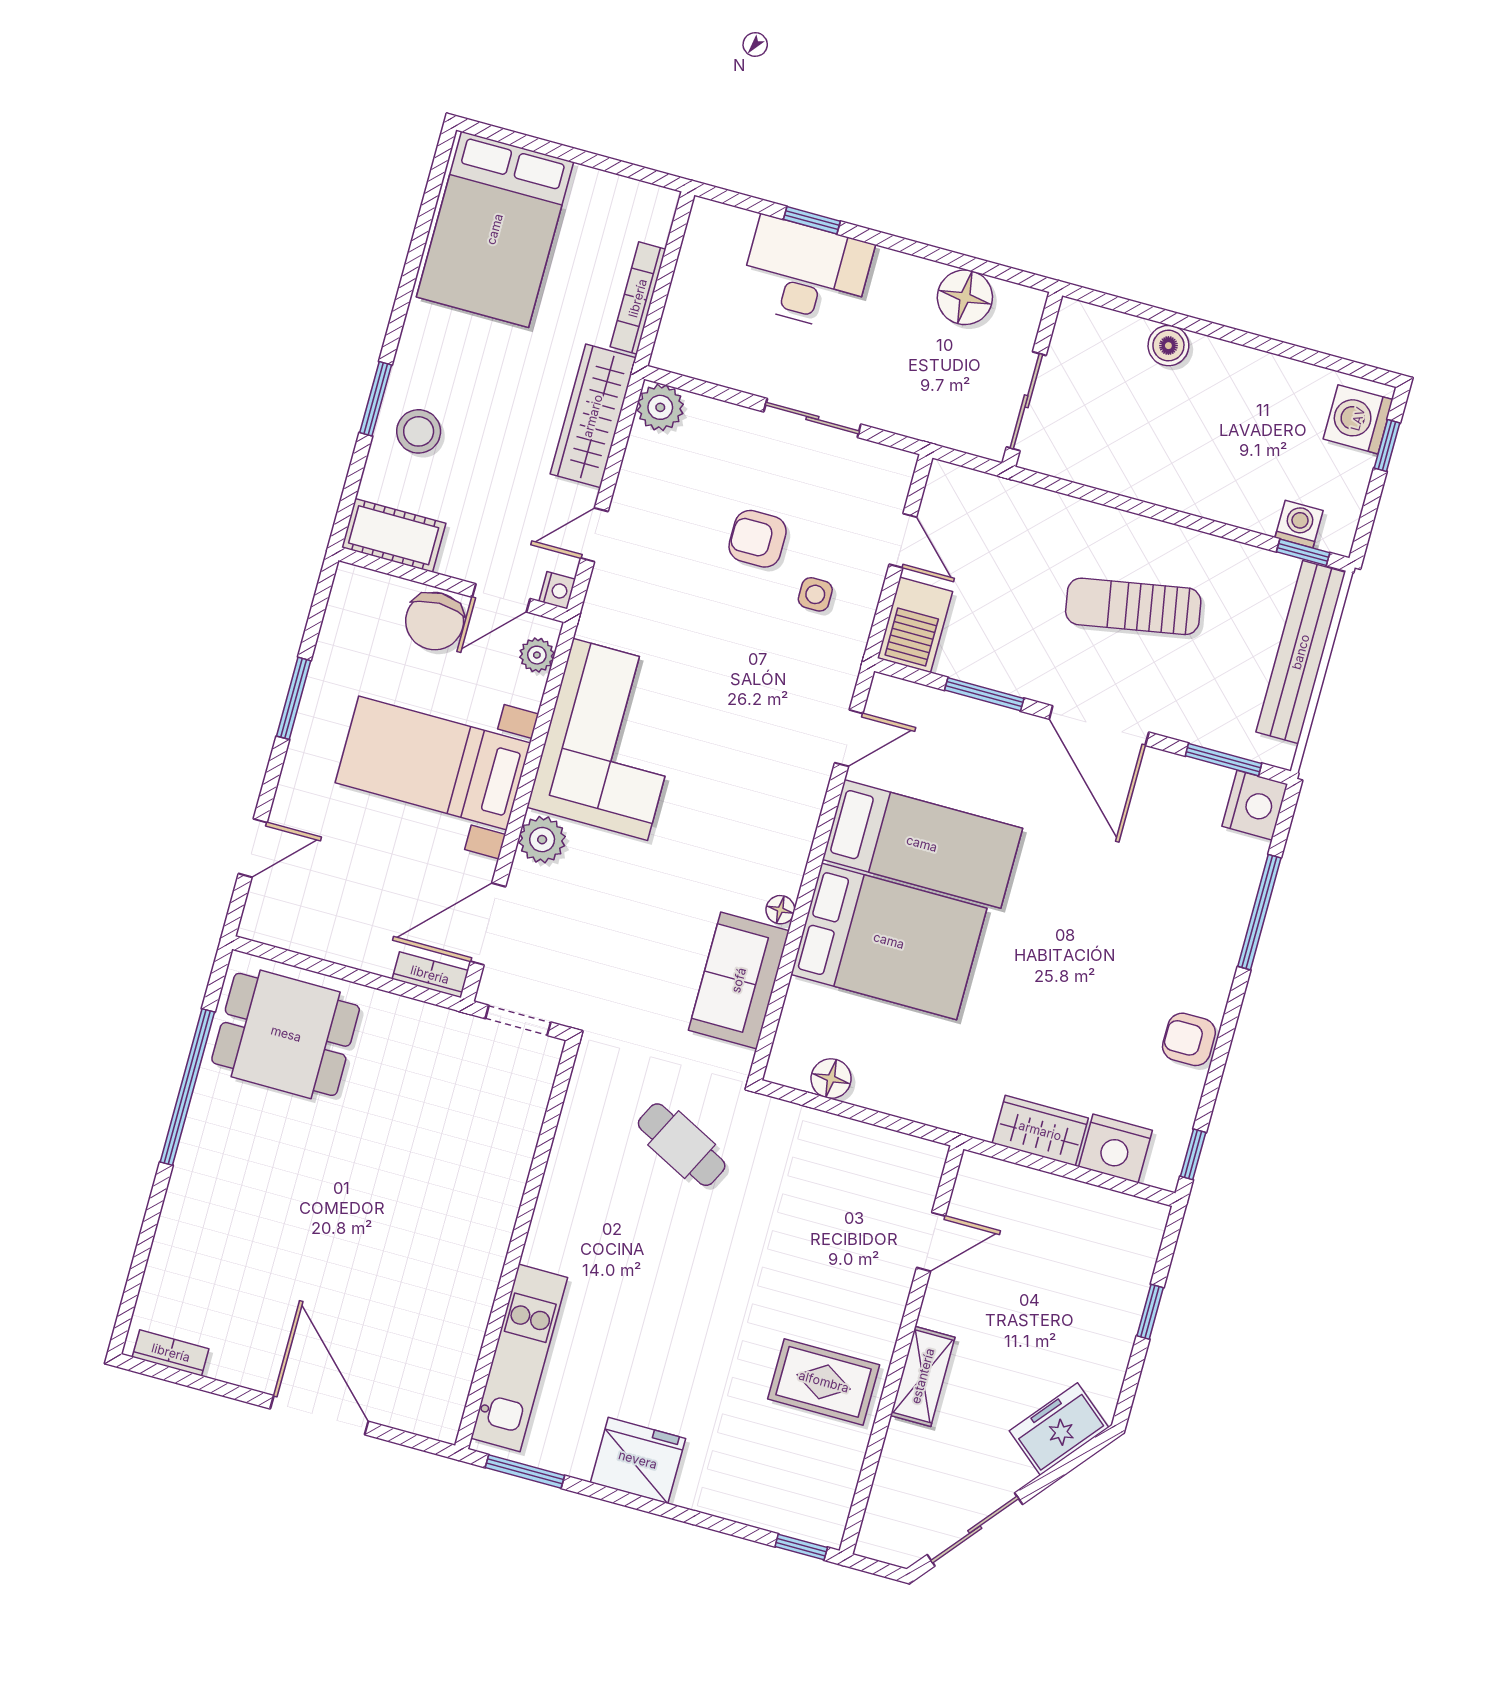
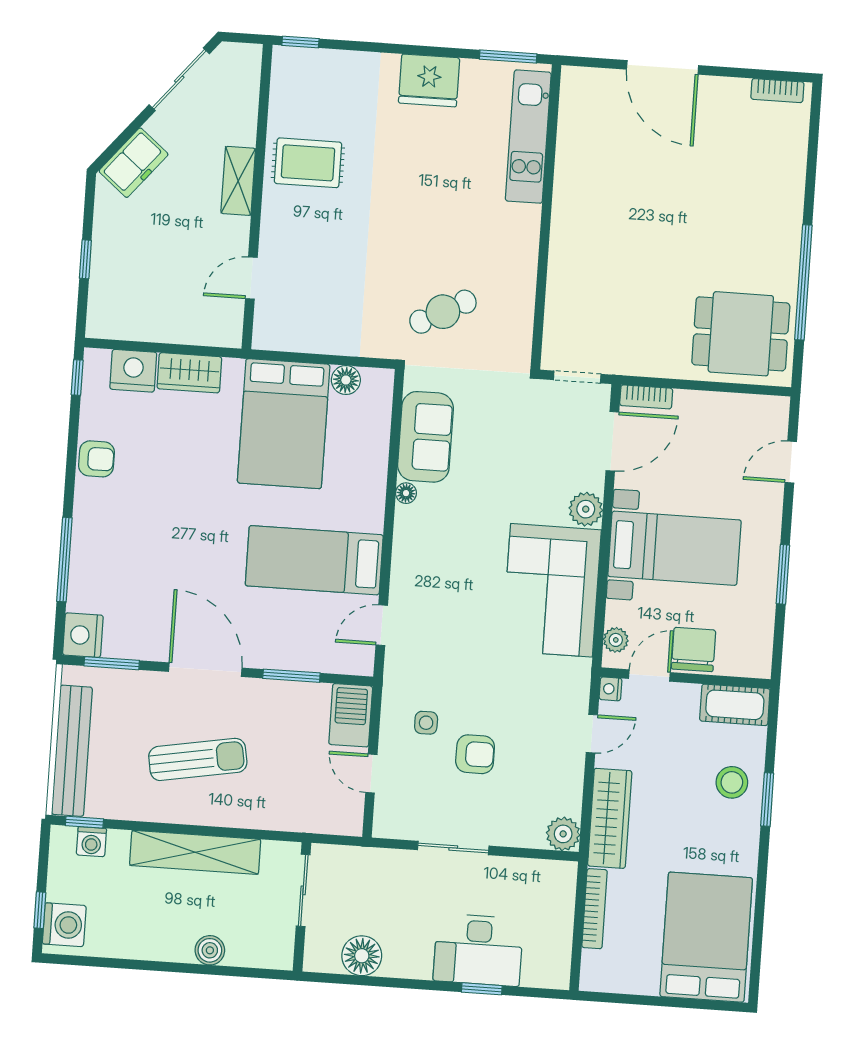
shelving: (1162, 482) -> (195, 852), added
bed: (889, 941) -> (284, 424), moved, turned -90
cafe table: (682, 1145) -> (443, 312), turned -55

